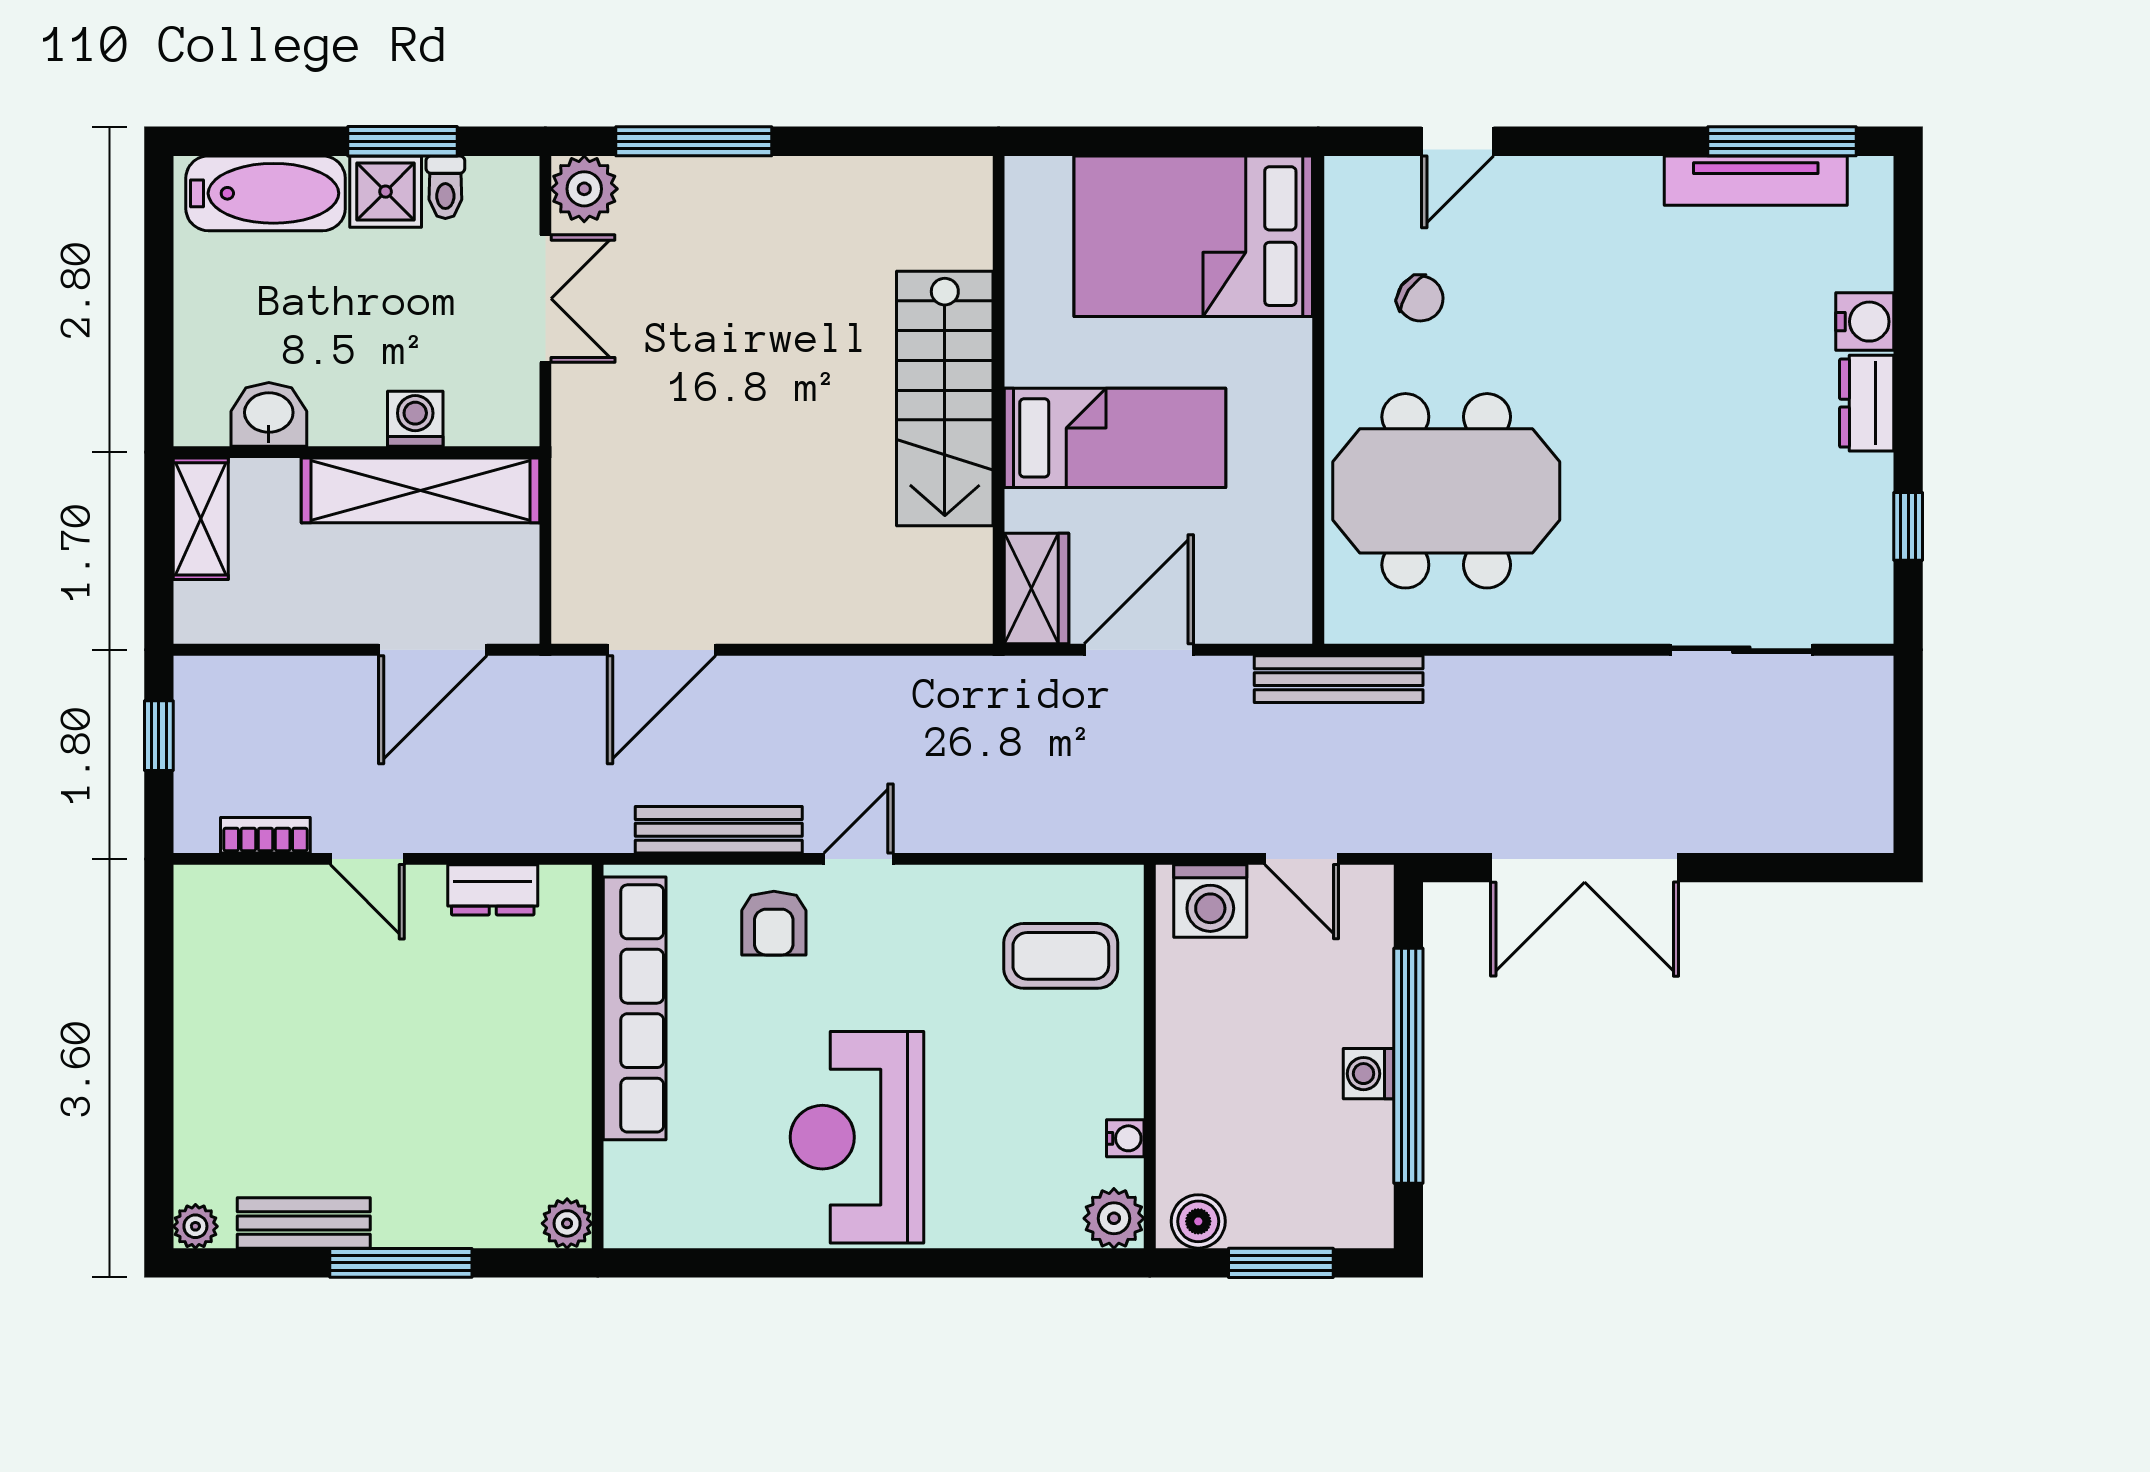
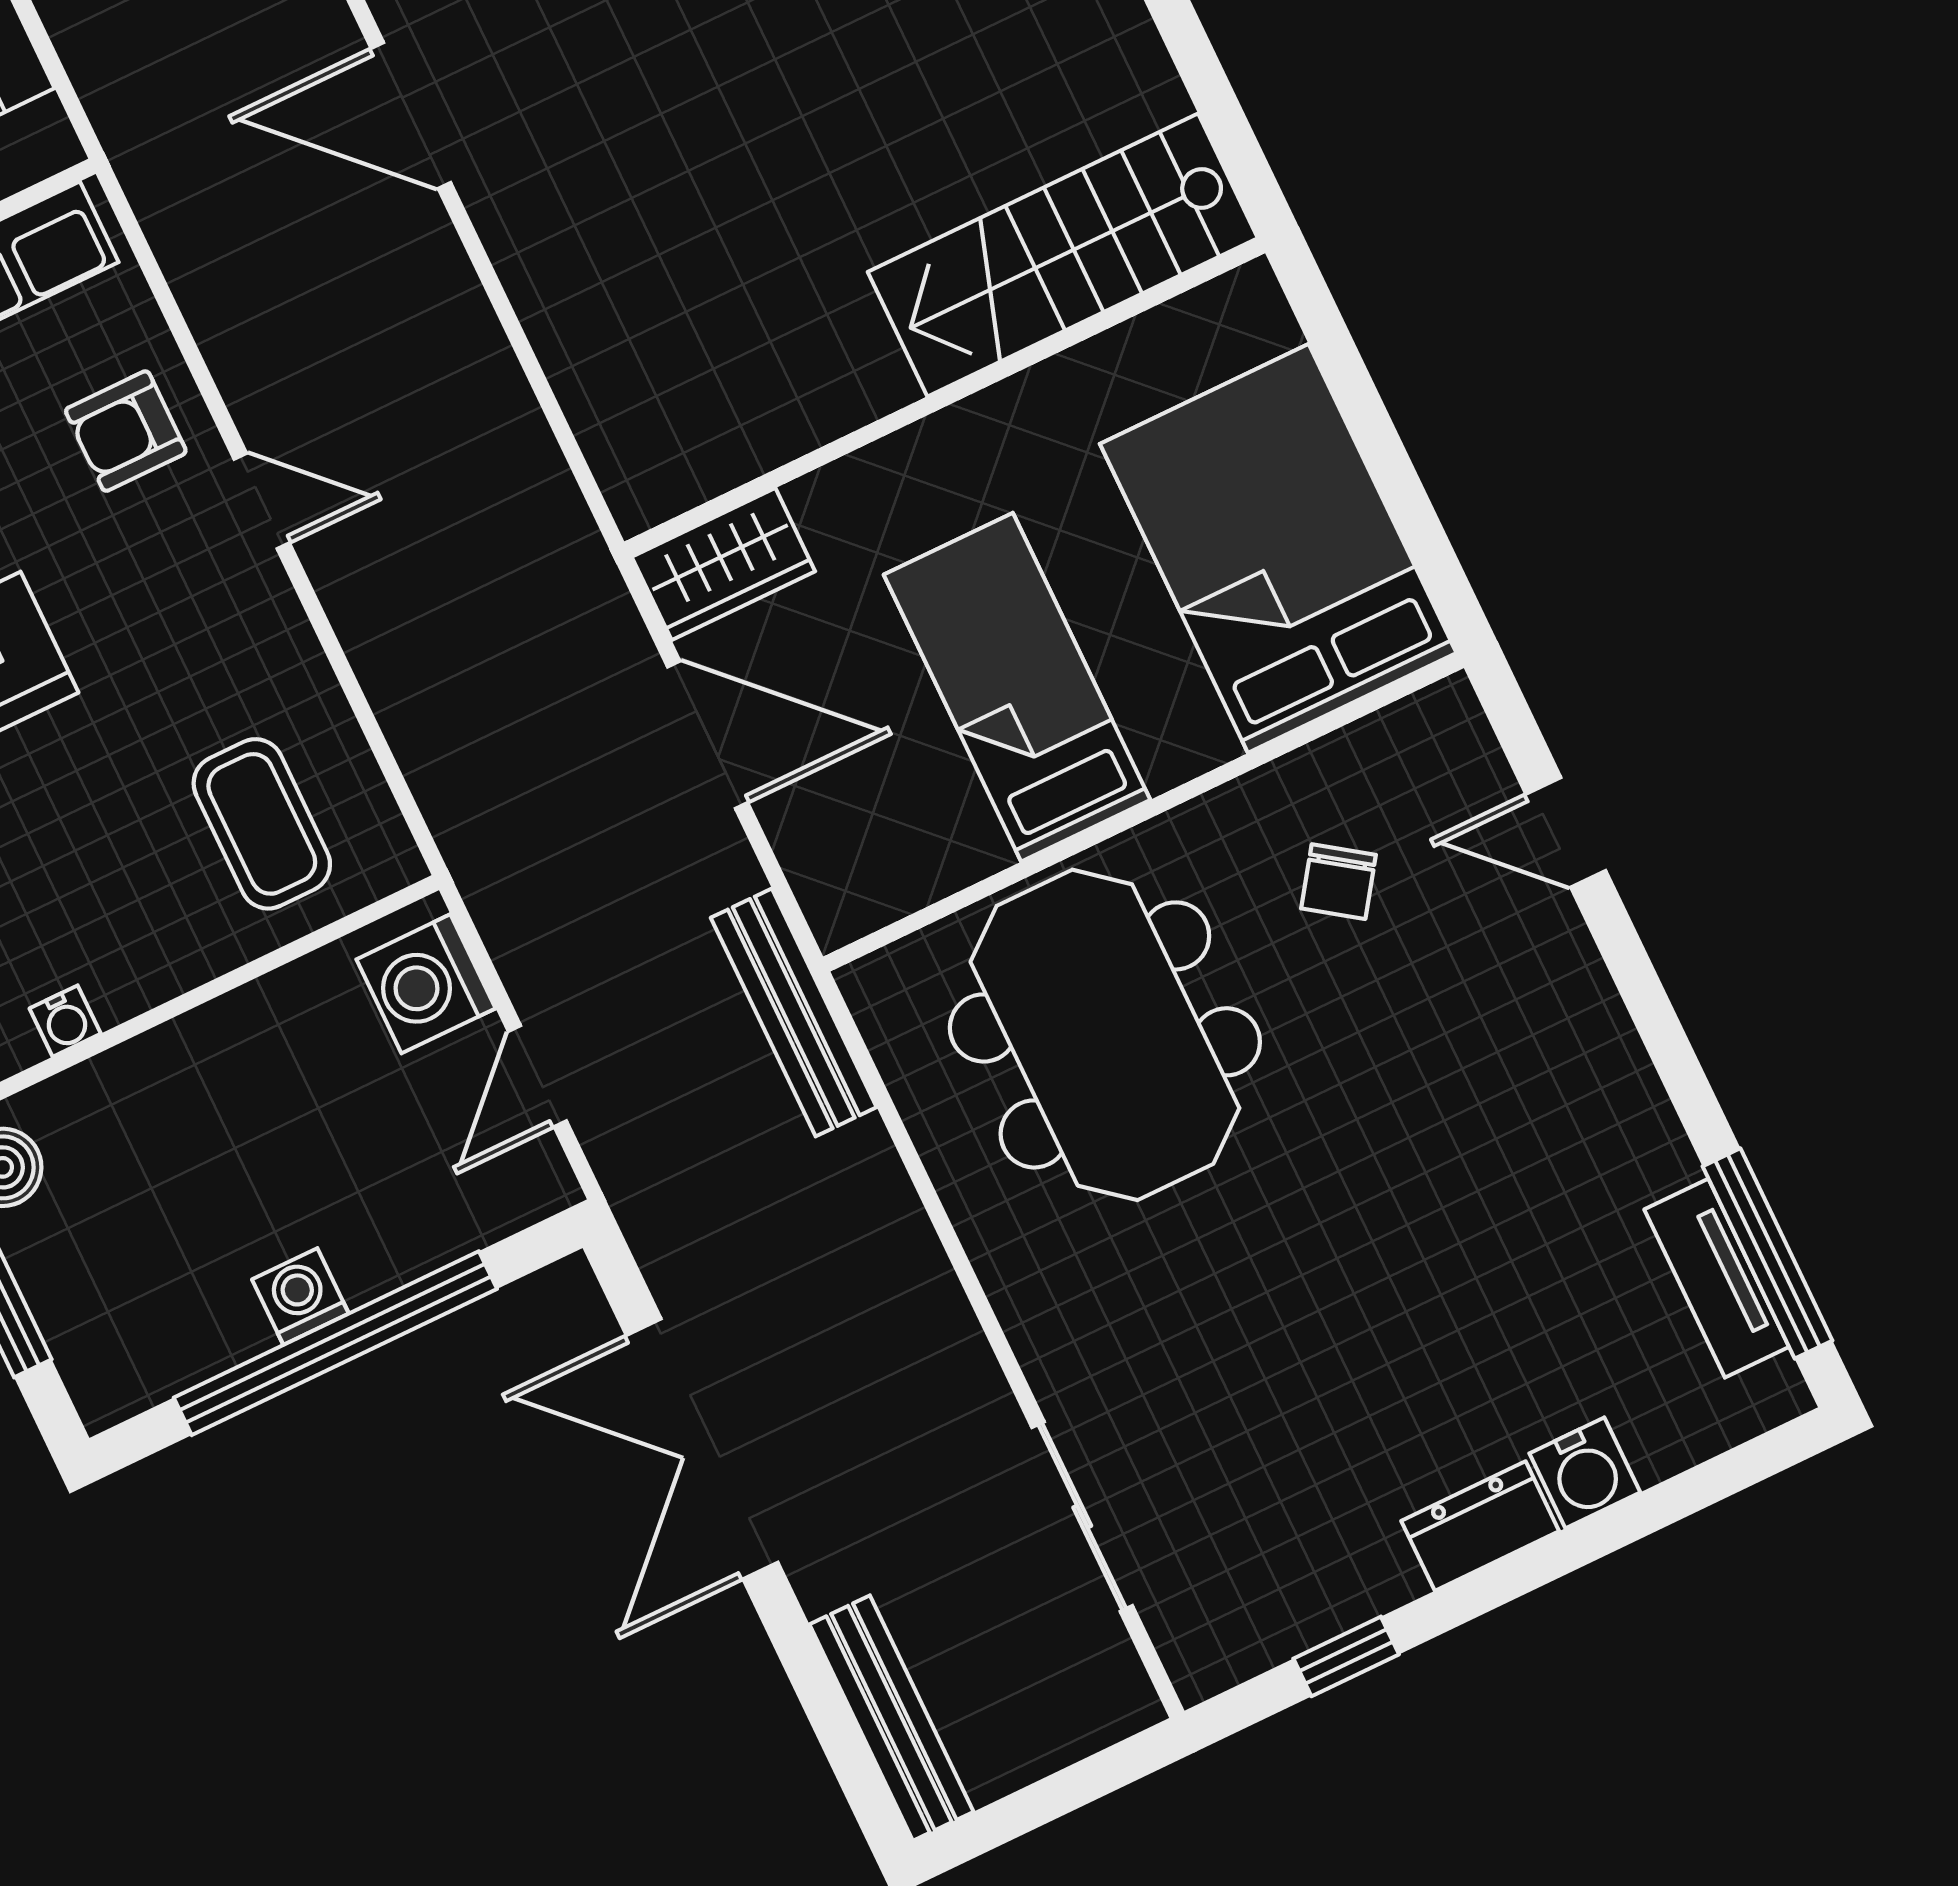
tv unit: (1756, 181) -> (1717, 1278), width x0.71
stairs: (945, 399) -> (1063, 255), moved
bed: (1115, 438) -> (1017, 687), moved, turned 180
bench: (719, 830) -> (891, 1718), moved

